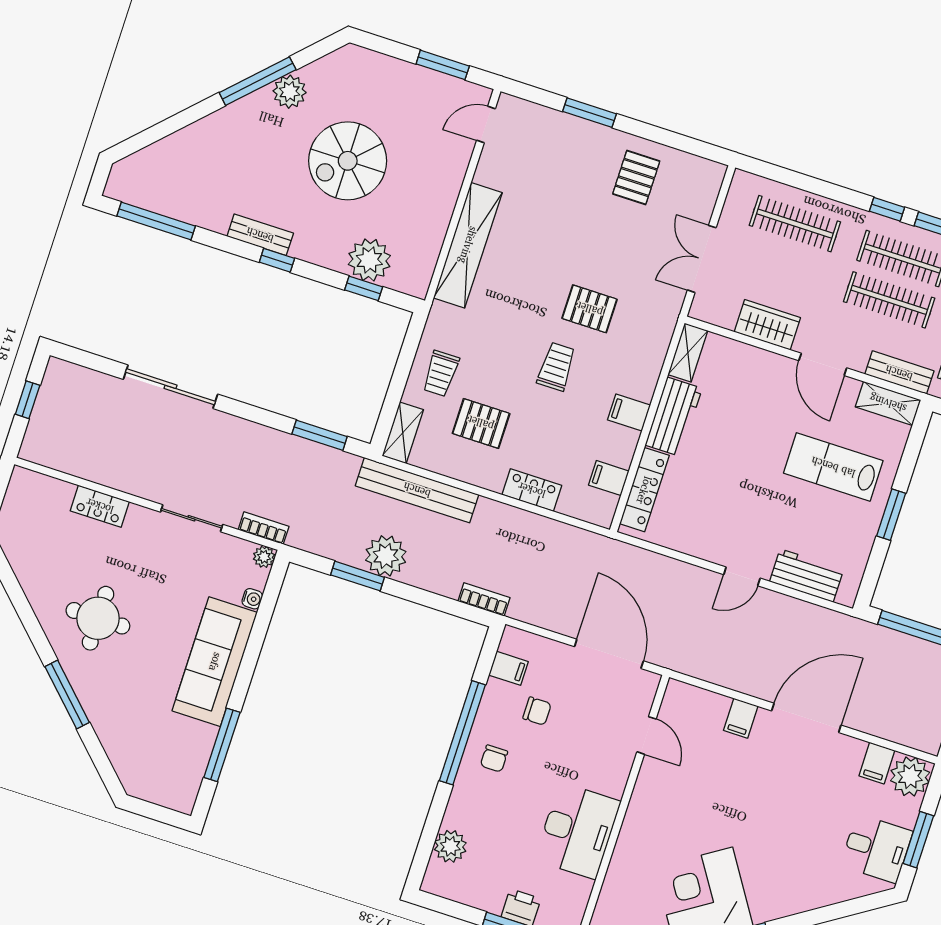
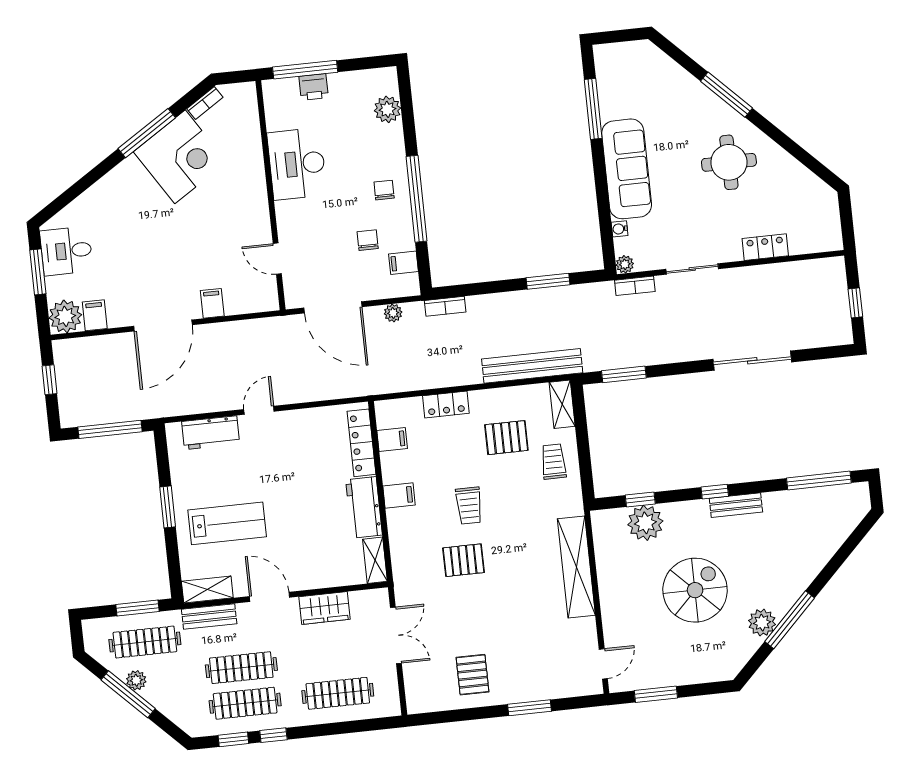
plant: (386, 556) -> (393, 313), moved, width x0.53, depth x0.53
chair: (537, 711) -> (368, 240), turned 90

